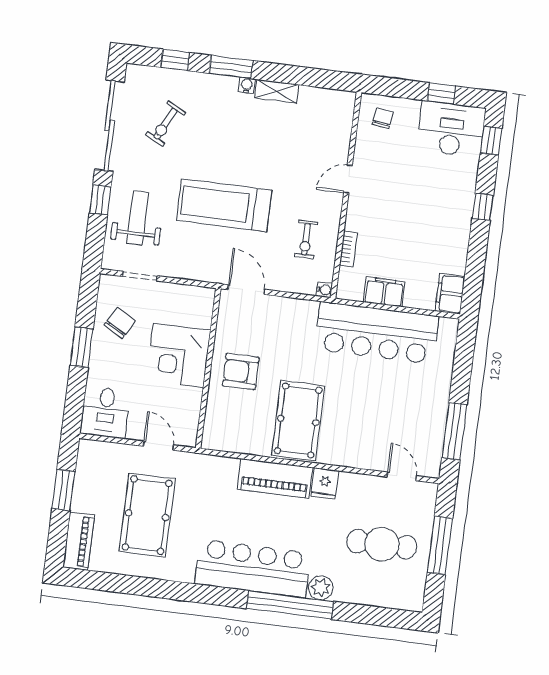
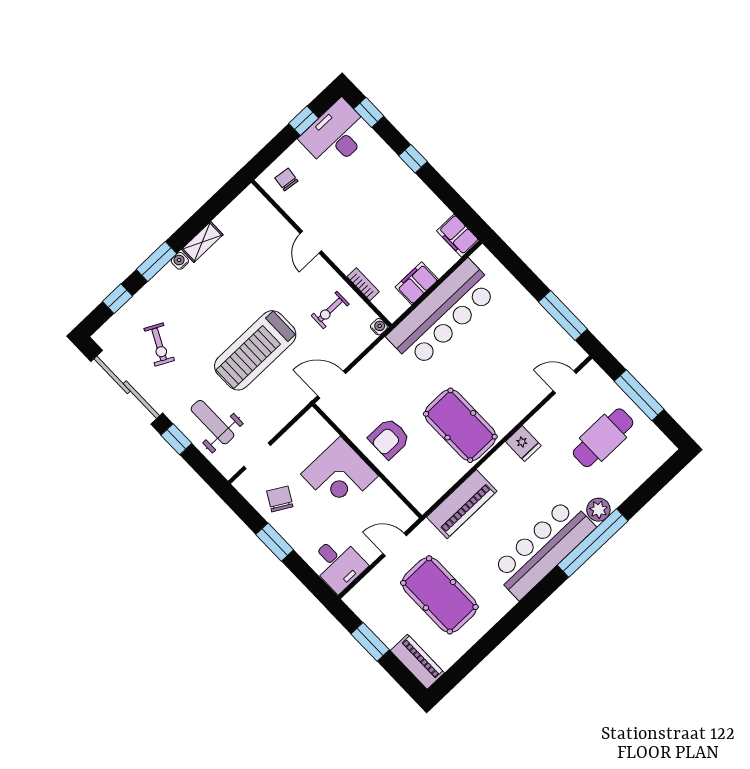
exercise bike: (306, 239) -> (330, 310), turned 90
piano: (275, 478) -> (462, 504), moved

